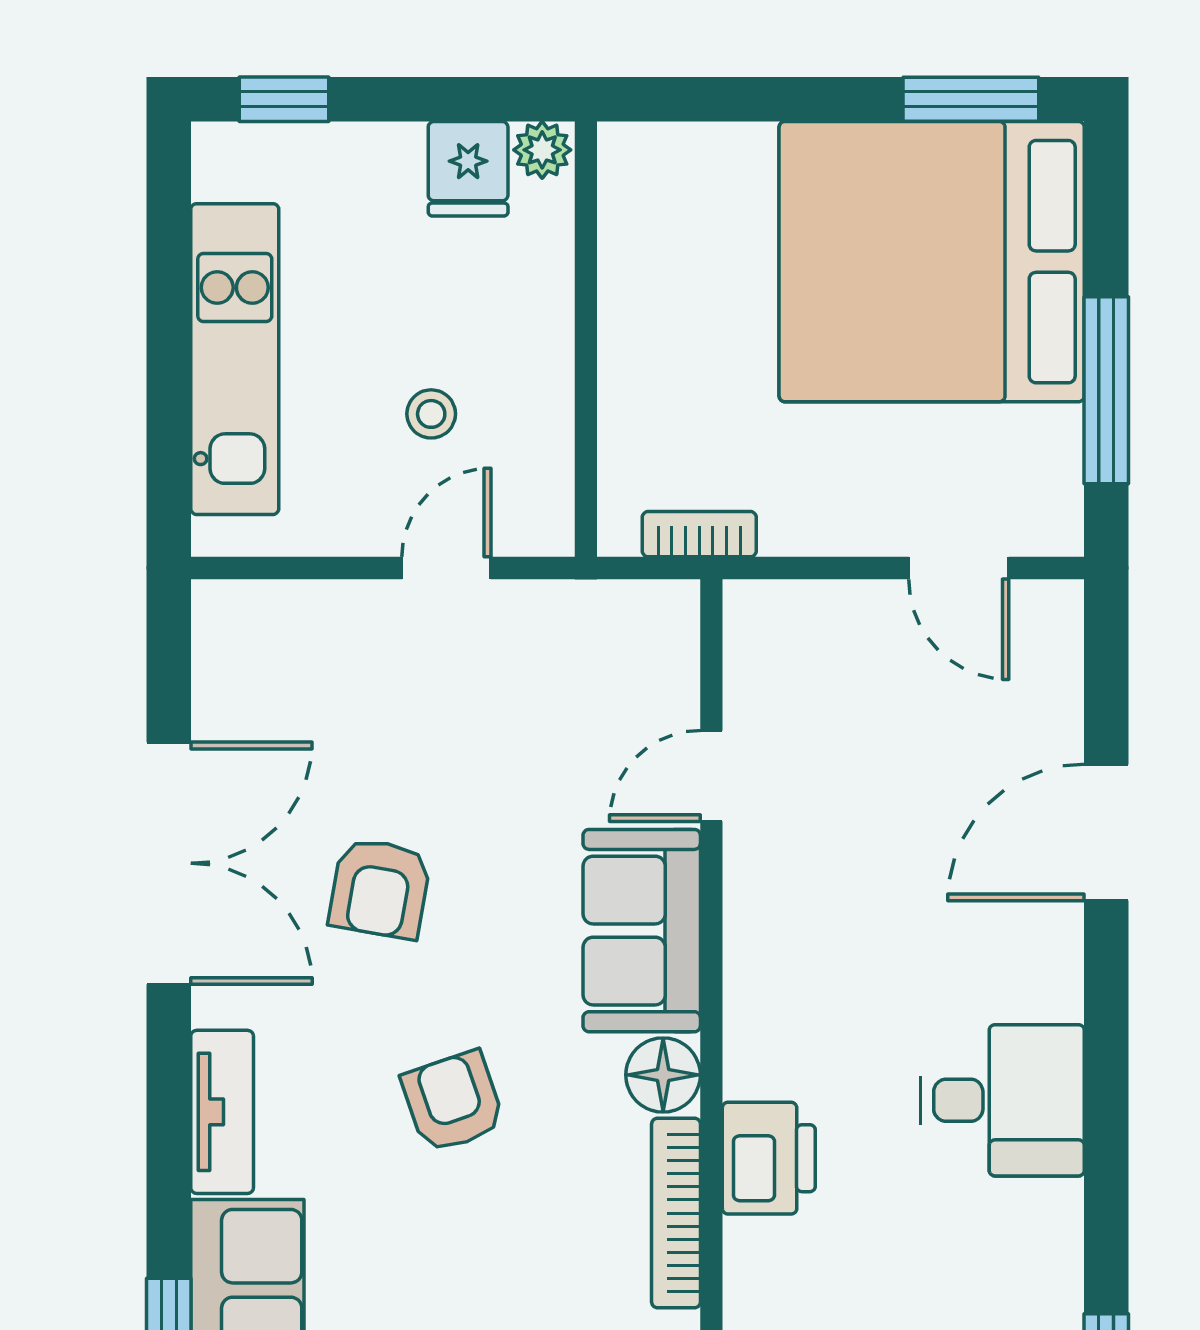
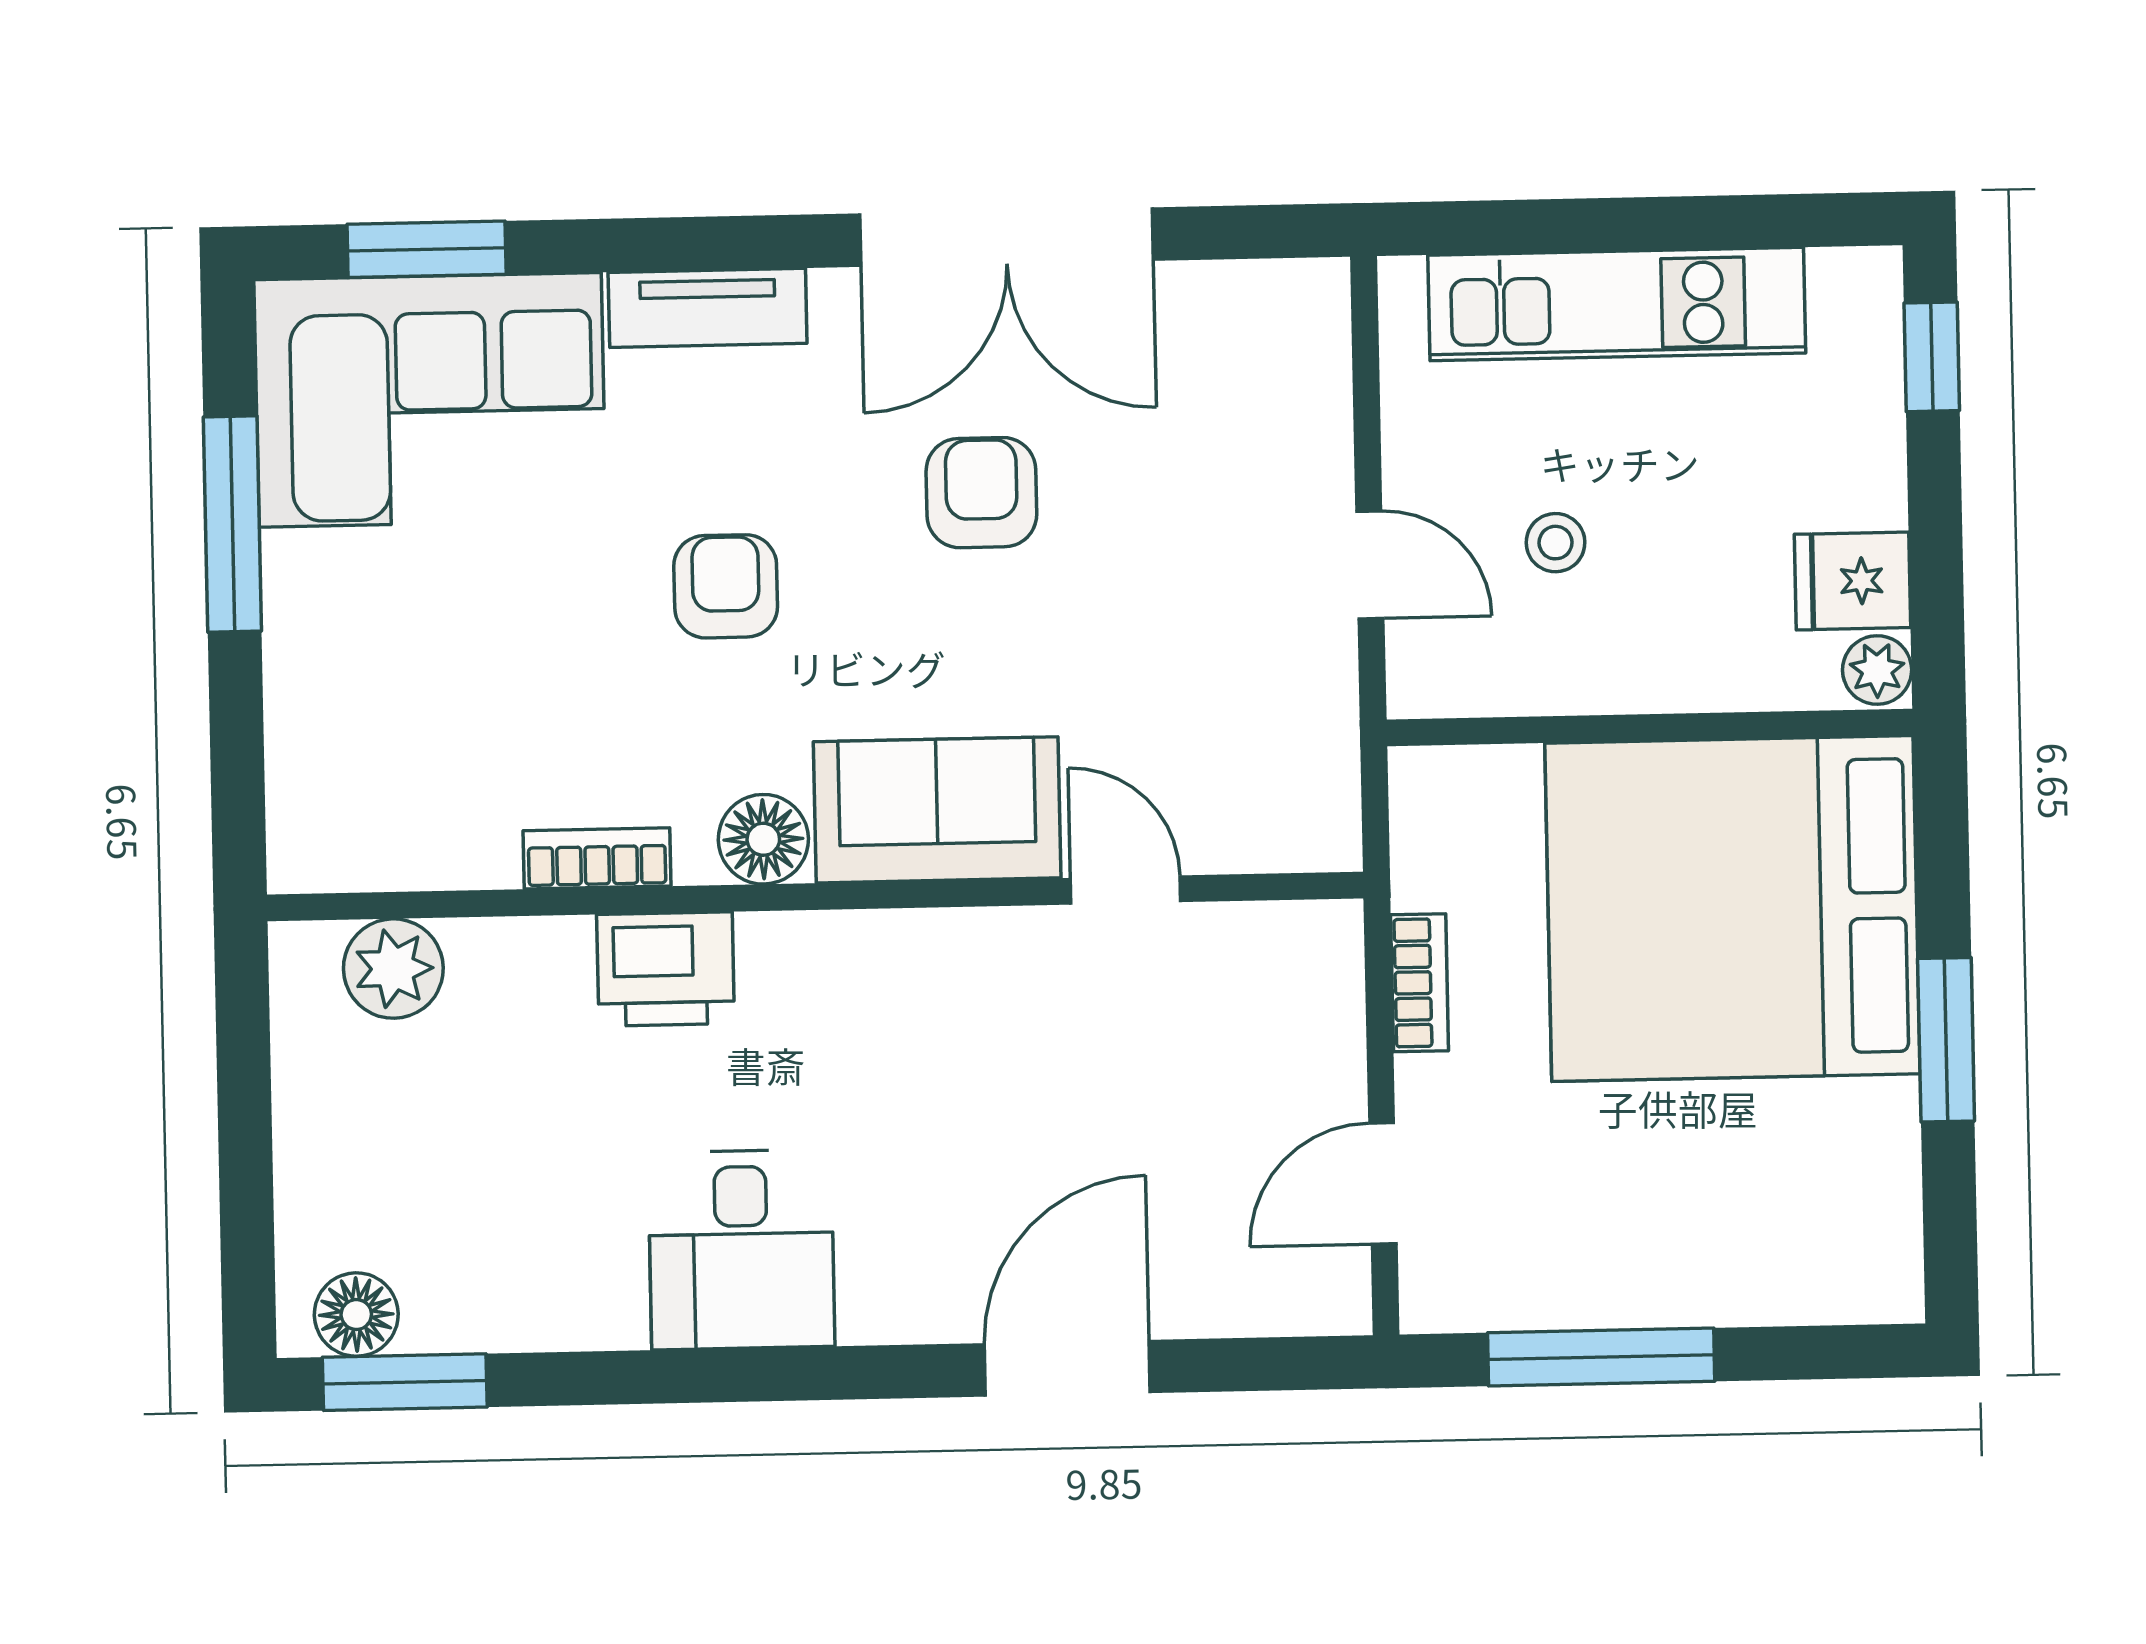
window: (971, 99) -> (1946, 1040), moved
bed: (932, 262) -> (1732, 909), moved, turned -90
bookcase: (699, 534) -> (1420, 983), moved
door: (1106, 833) -> (1067, 1368), hinge flipped
armchair: (380, 888) -> (981, 493), turned 80
armchair: (453, 1102) -> (726, 586), turned -71
bookcase: (676, 1213) -> (597, 858), width x0.64

